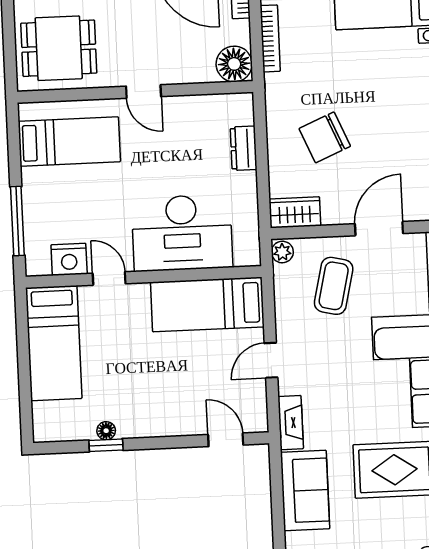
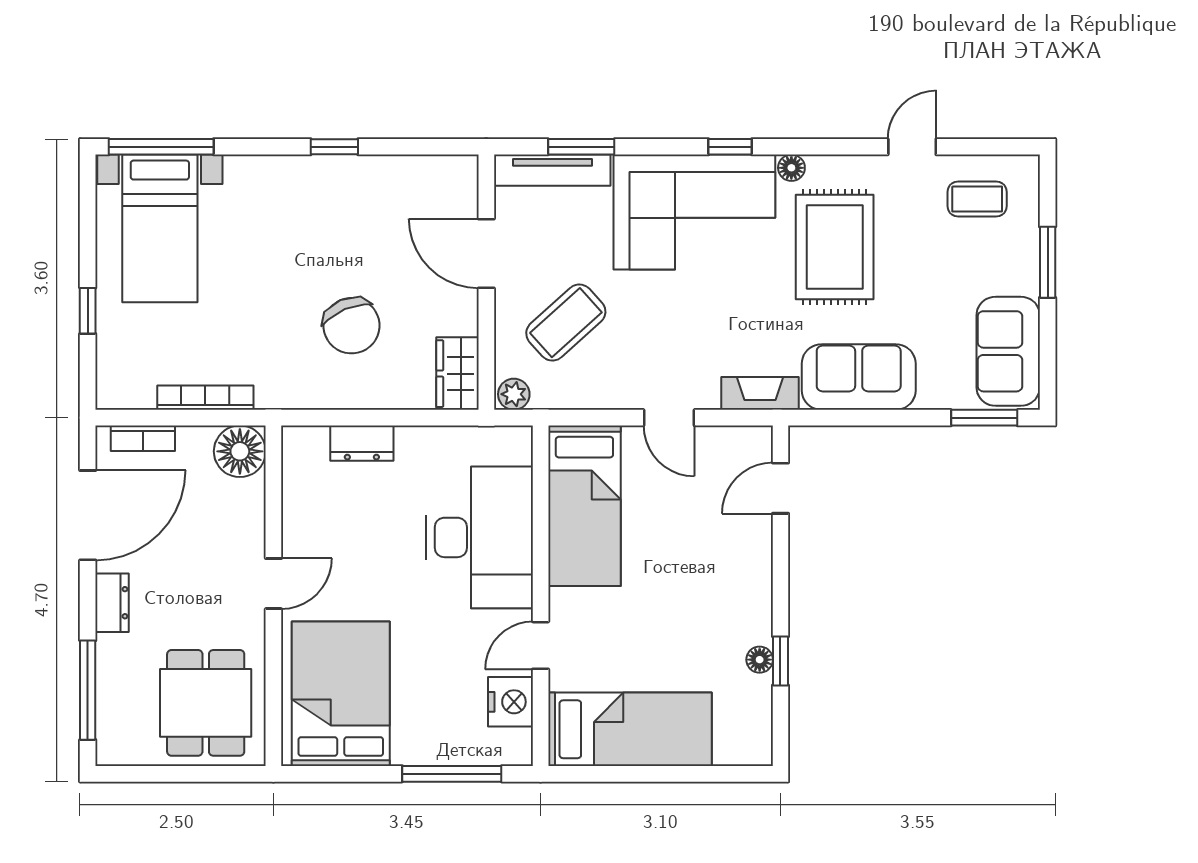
bed: (69, 142) -> (341, 694), width x1.50
coffee table: (334, 286) -> (566, 323), turned -55

